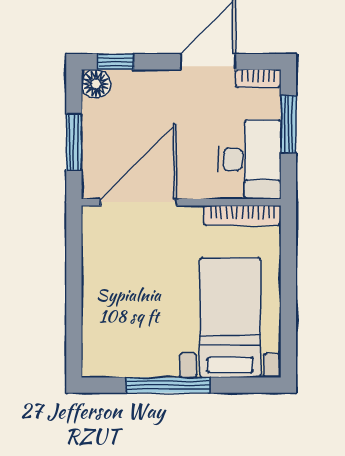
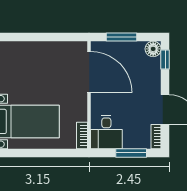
desk: (250, 159) -> (106, 132), width x0.73
bookcase: (242, 215) -> (82, 136), width x0.64

